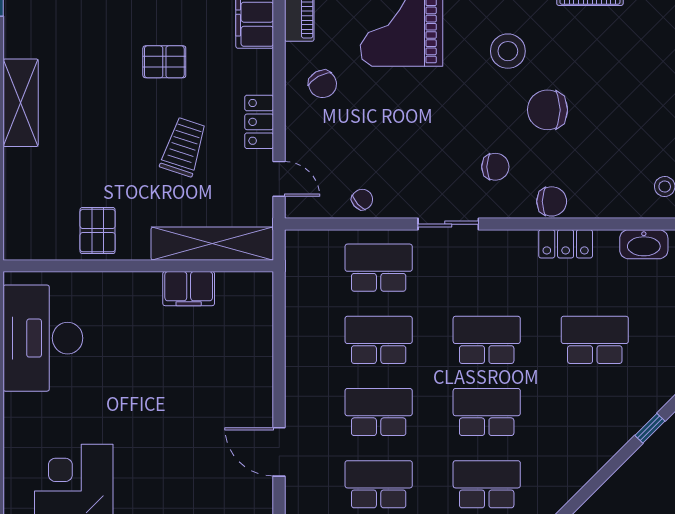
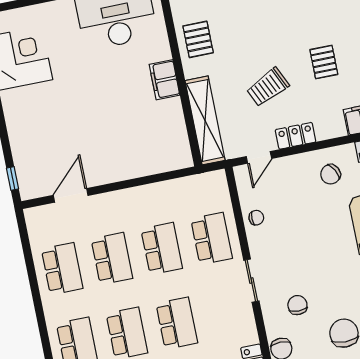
trolley: (184, 147) -> (268, 87), turned 137
chair: (495, 167) -> (297, 305), turned 180
chair: (362, 199) -> (256, 218), turned -48
pallet: (98, 231) -> (198, 39), turned 90
filing cabinet: (189, 289) -> (164, 80), moved

